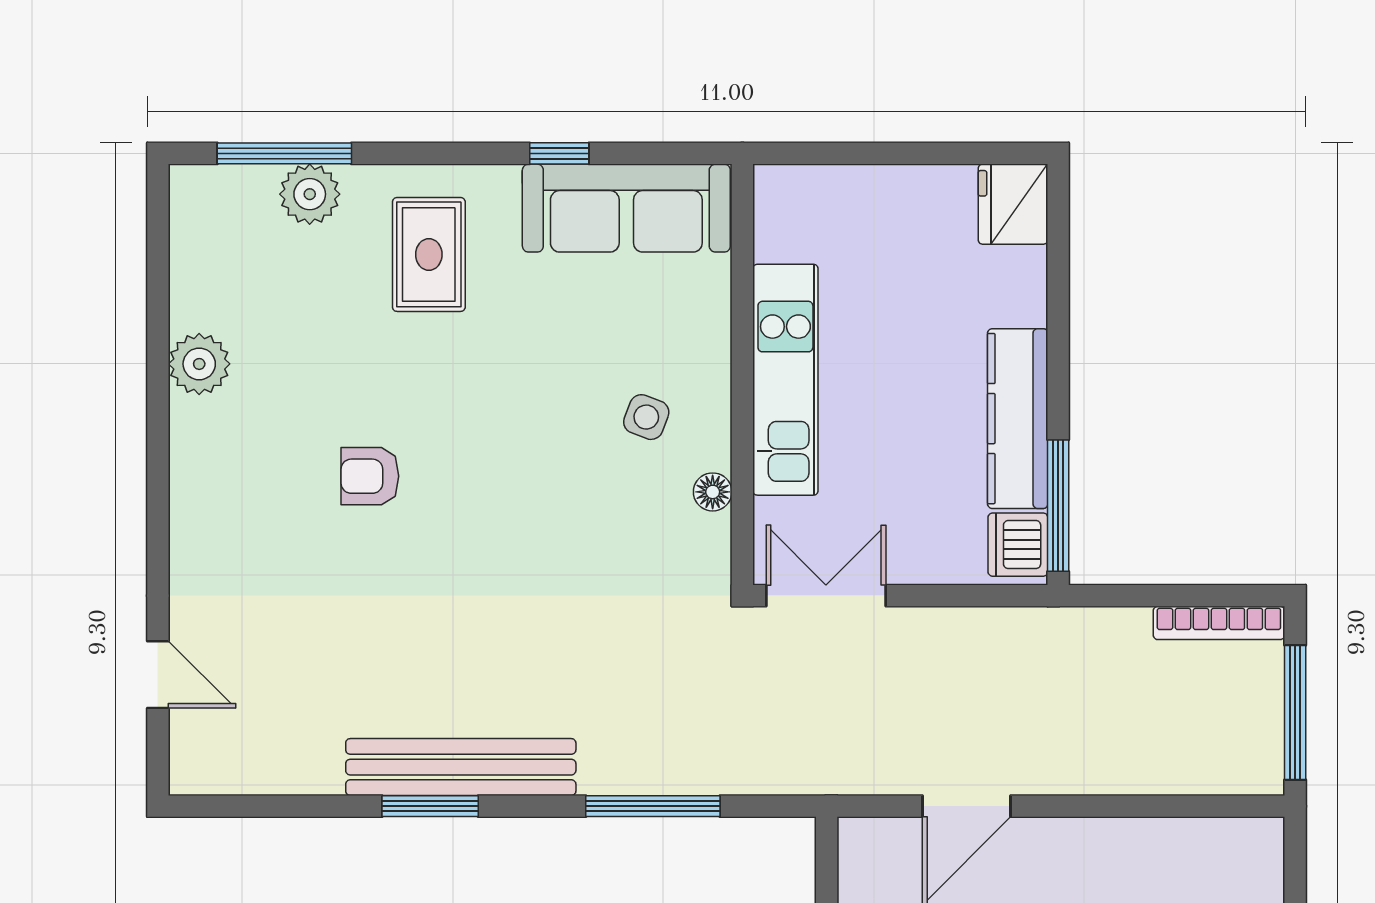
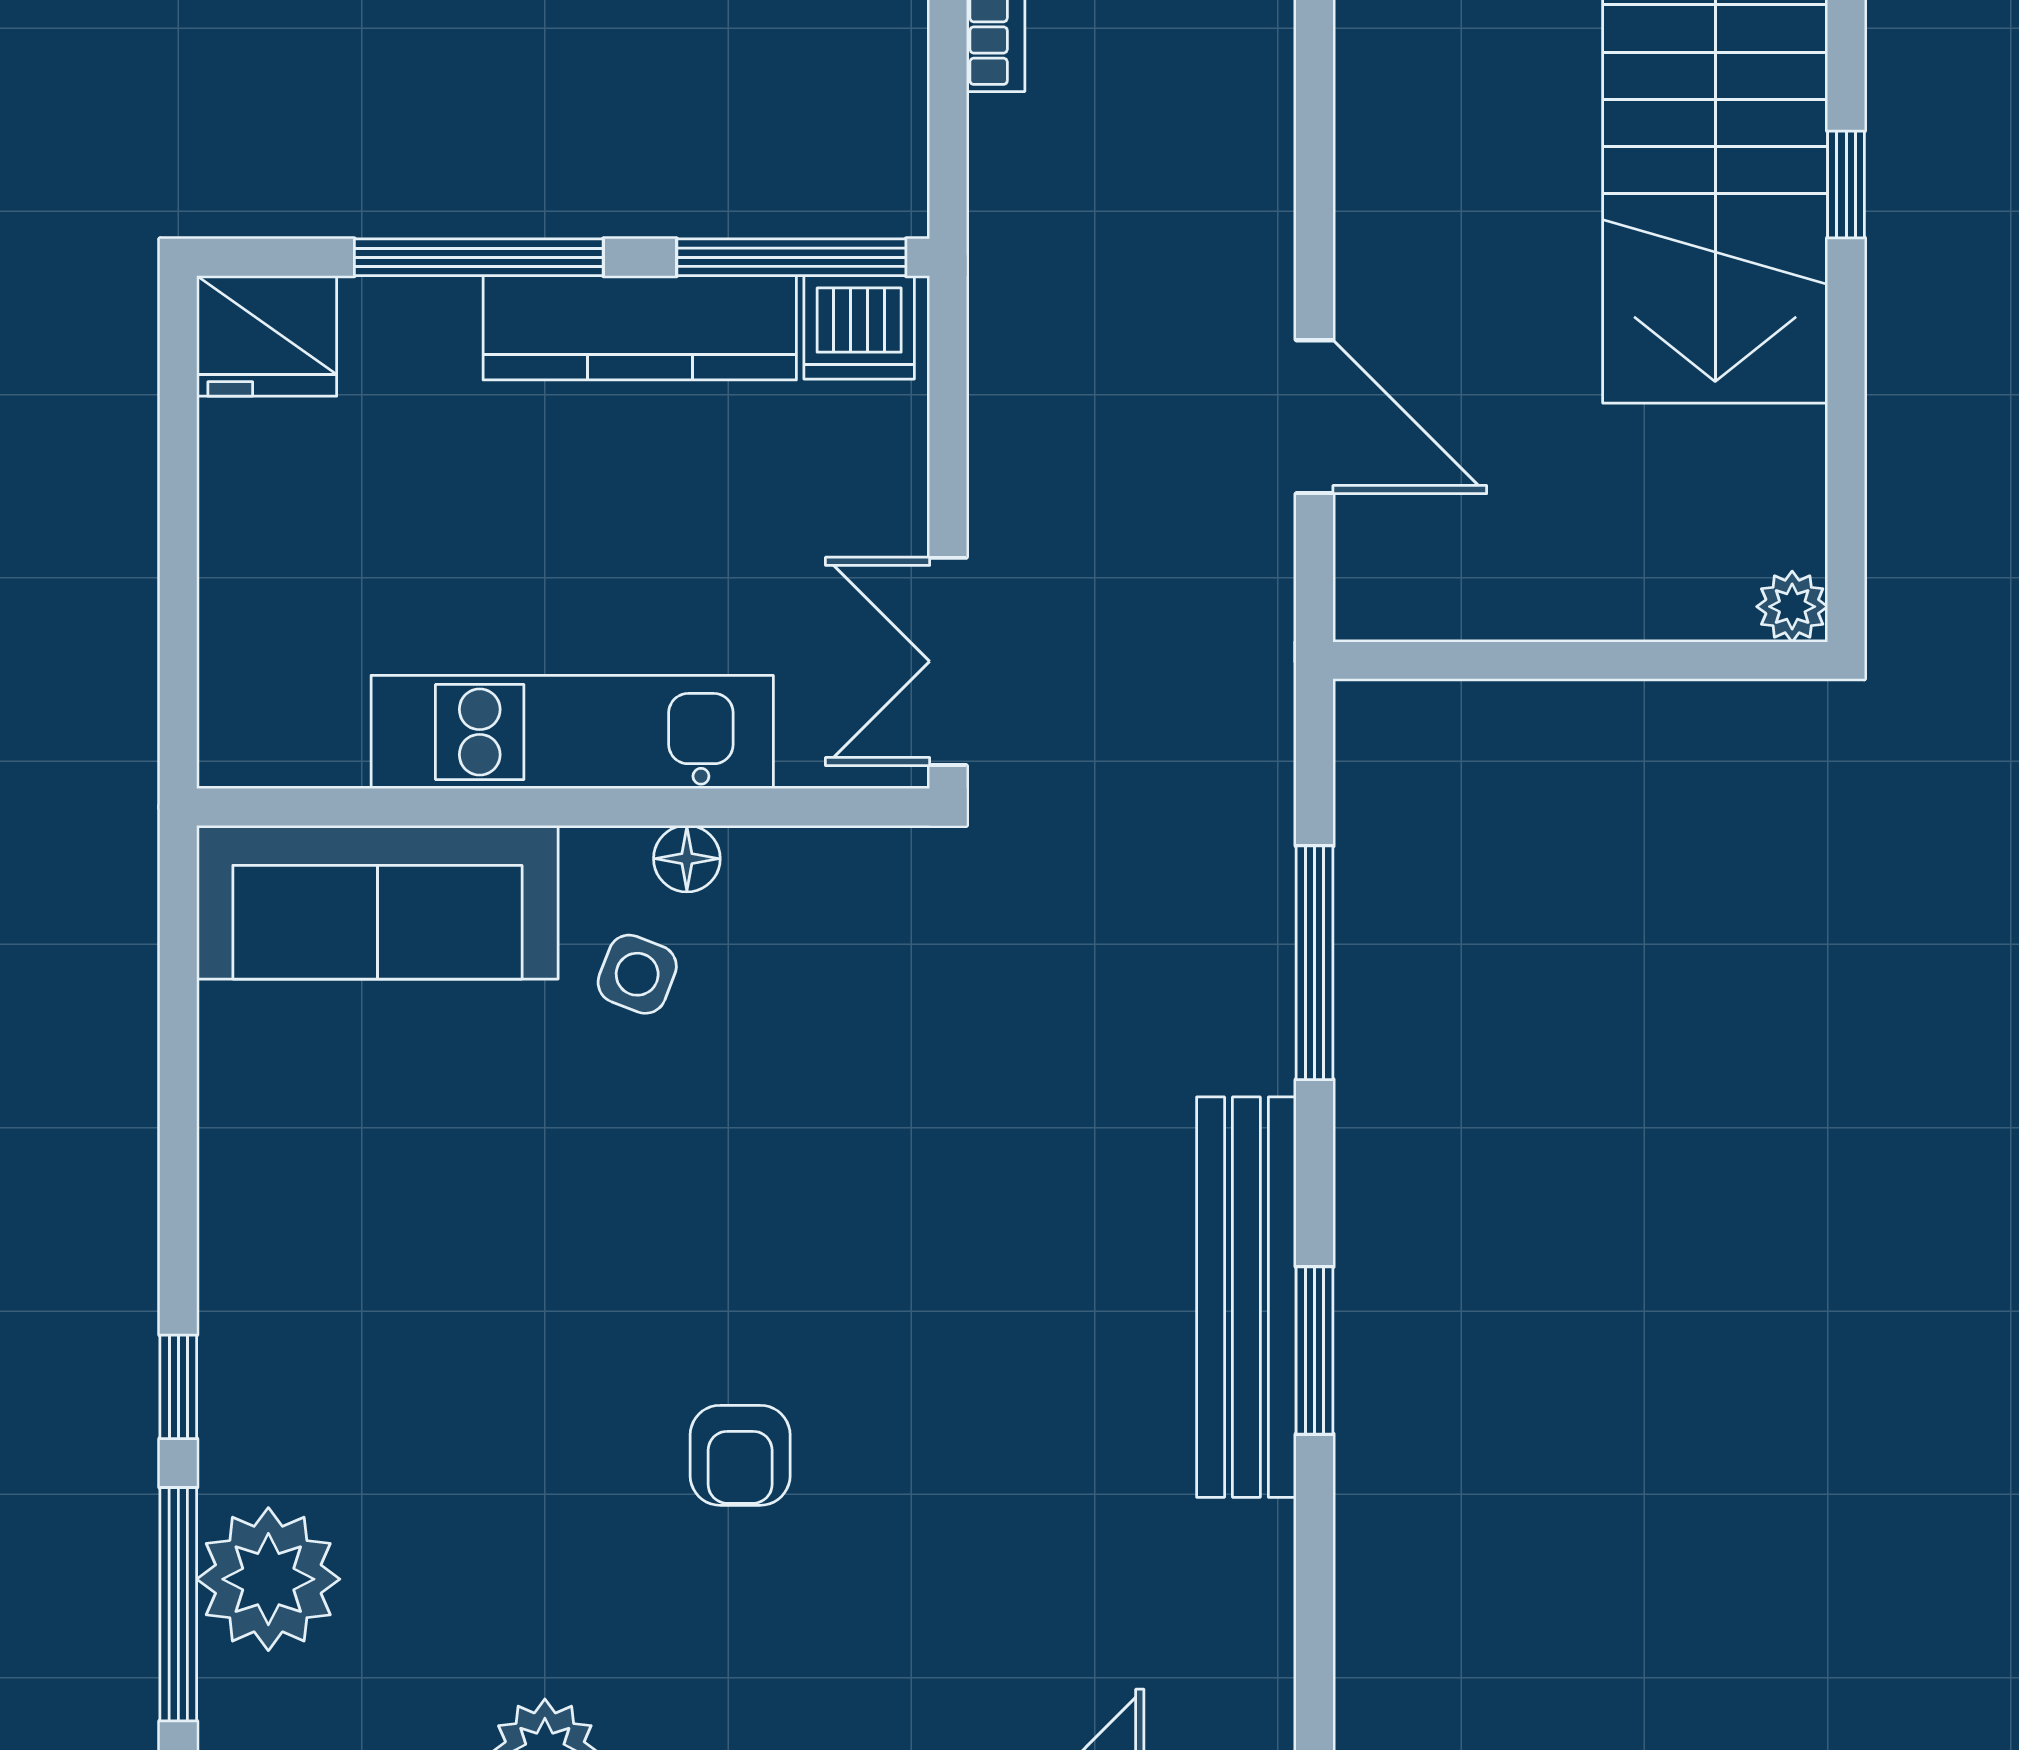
window: (559, 153) -> (178, 1387), moved
plant: (310, 194) -> (268, 1579), width x1.36, depth x1.36
sofa: (626, 208) -> (377, 902), moved, turned 90
rug: (429, 254) -> (354, 1353), removed
window: (1058, 326) -> (479, 257), added
floor lamp: (713, 492) -> (687, 859), moved

